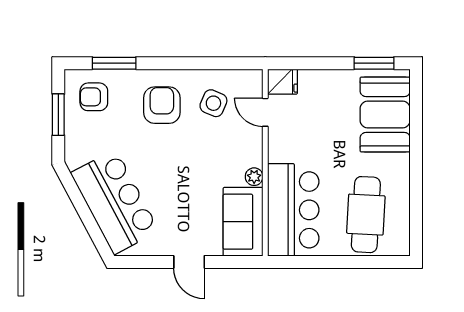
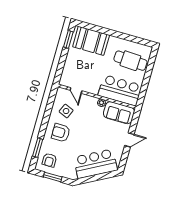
fridge: (283, 82) -> (65, 80), removed
door: (265, 112) -> (76, 91), hinge flipped

